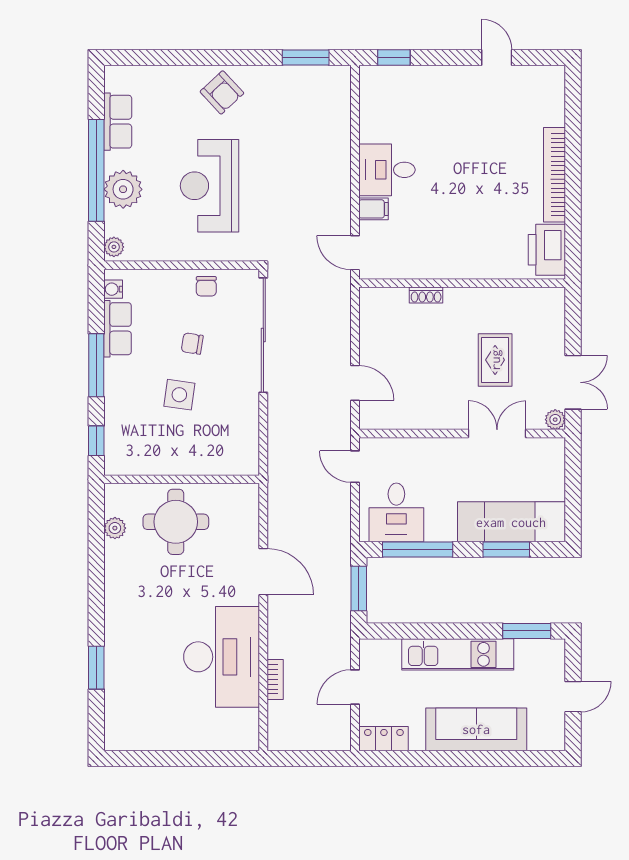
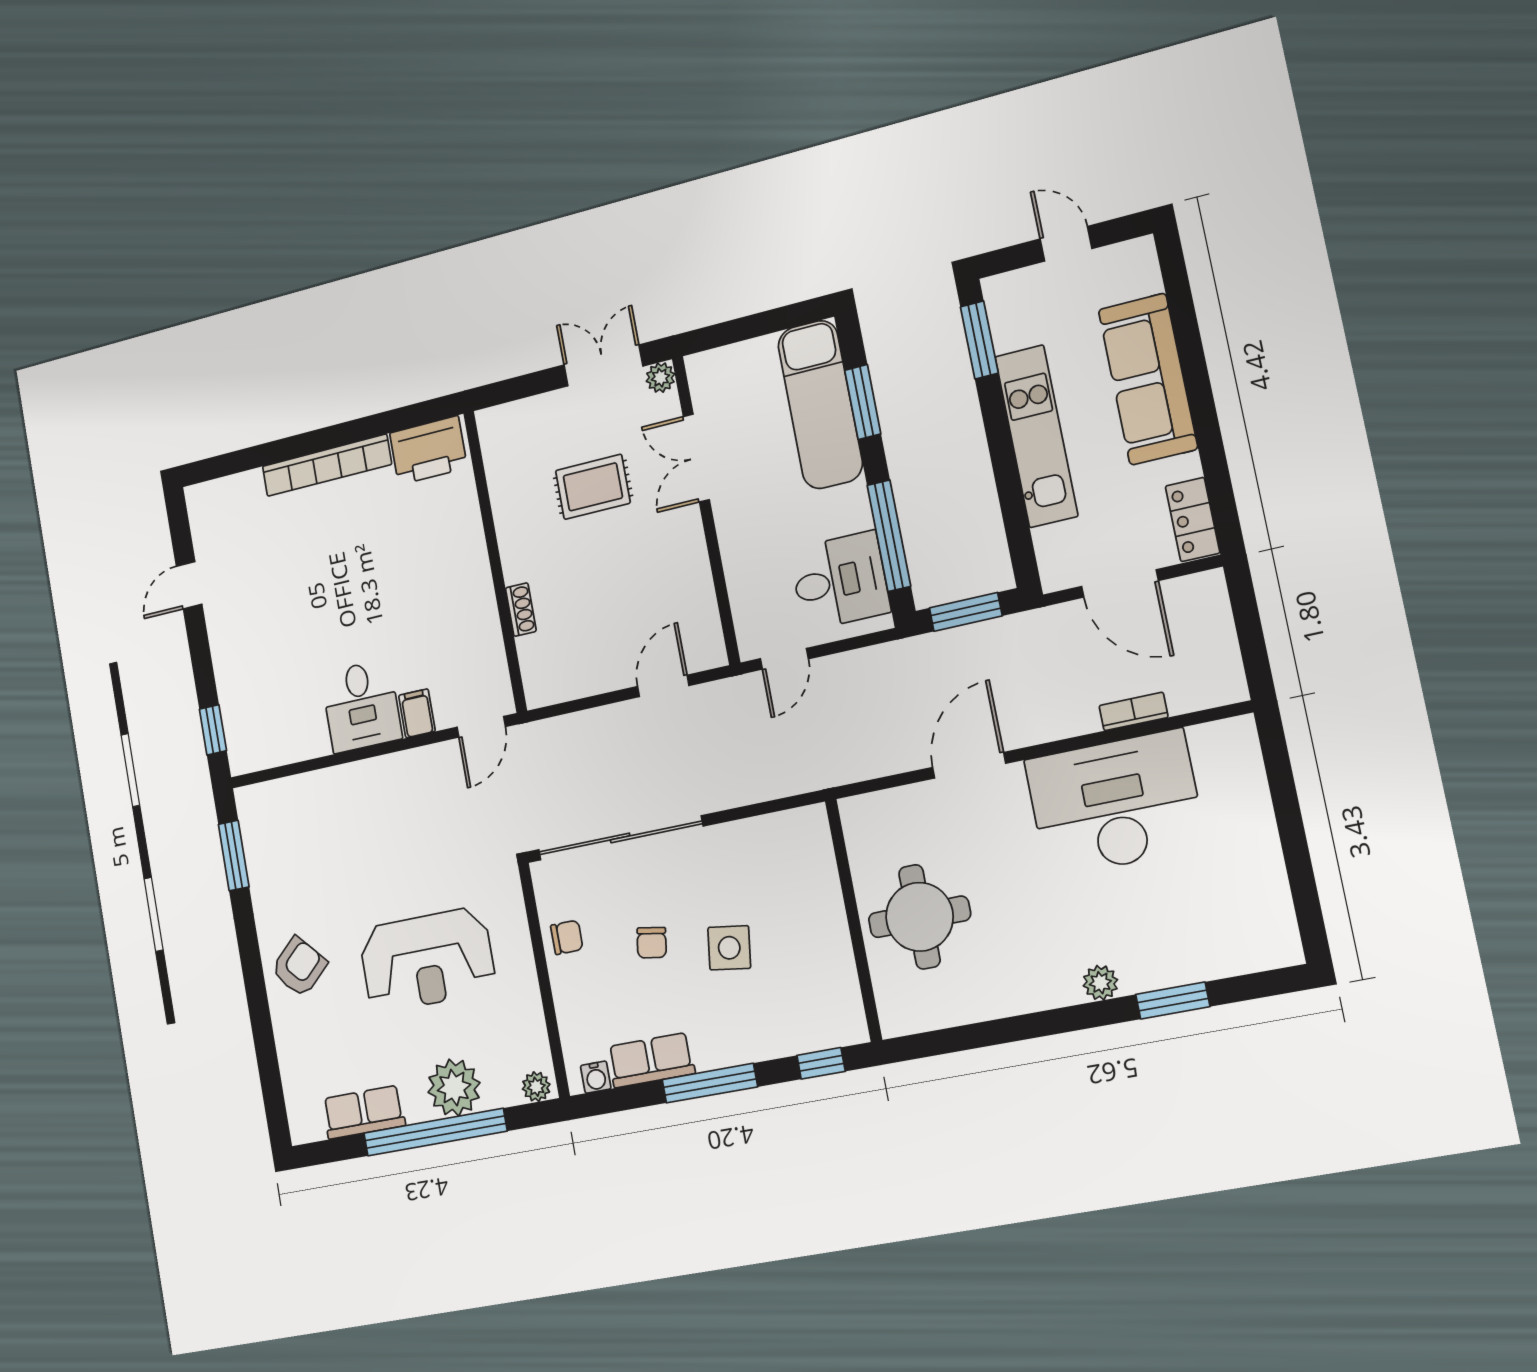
plant: (115, 528) -> (1100, 983), moved
door: (355, 687) -> (1120, 583), width x1.38

